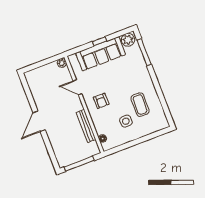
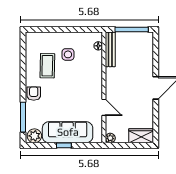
wardrobe: (36, 75) -> (141, 136), added
armchair: (101, 101) -> (34, 94), moved
bench: (86, 126) -> (110, 49), moved

